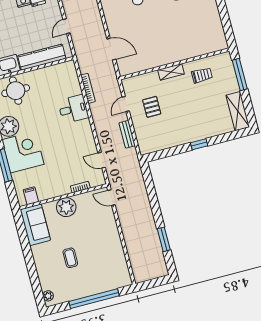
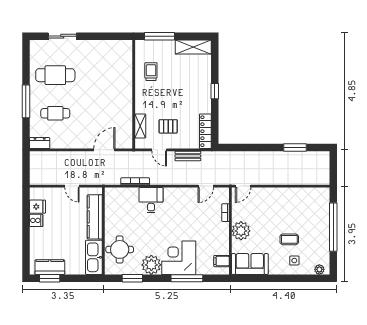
shelving: (171, 72) -> (140, 126), moved
locker: (157, 145) -> (205, 131), added
side table: (50, 268) -> (294, 261), added

